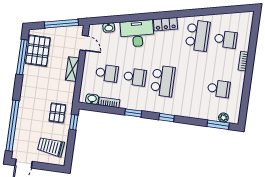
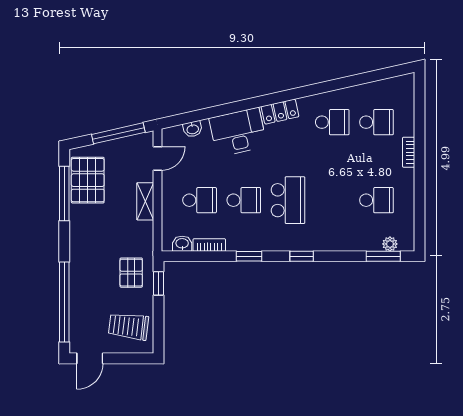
school desk: (198, 35) -> (332, 122), width x0.54
door: (84, 43) -> (158, 158), hinge flipped

